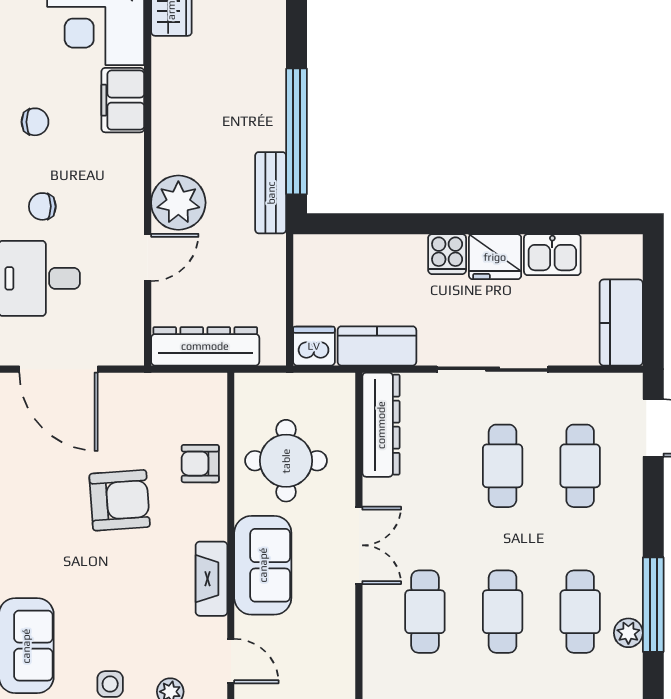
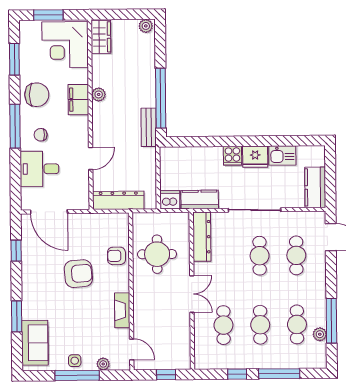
filing cabinet: (123, 100) -> (78, 100), moved
chair: (35, 122) -> (37, 95), width x1.87, depth x1.87
plant: (178, 203) -> (99, 94), moved, width x0.53, depth x0.53
sofa: (263, 565) -> (146, 304), removed

